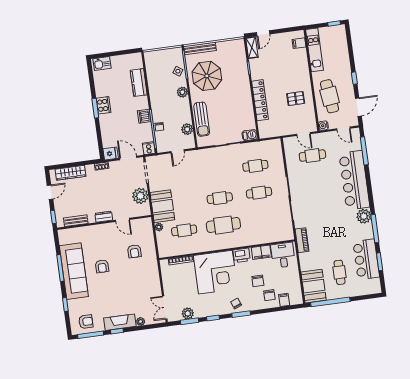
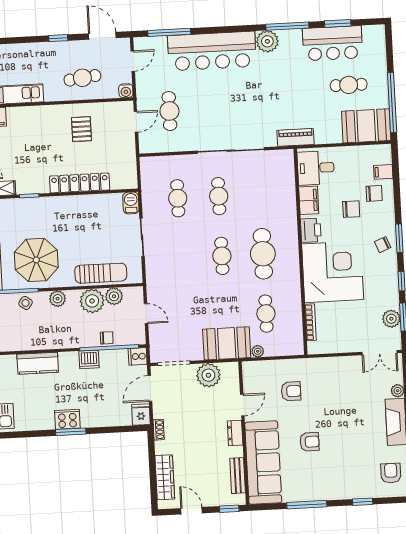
cafe table: (330, 96) -> (82, 78), width x0.73, depth x0.74
plant: (183, 115) -> (92, 301), added
sofa: (74, 271) -> (263, 463), moved, turned 90

